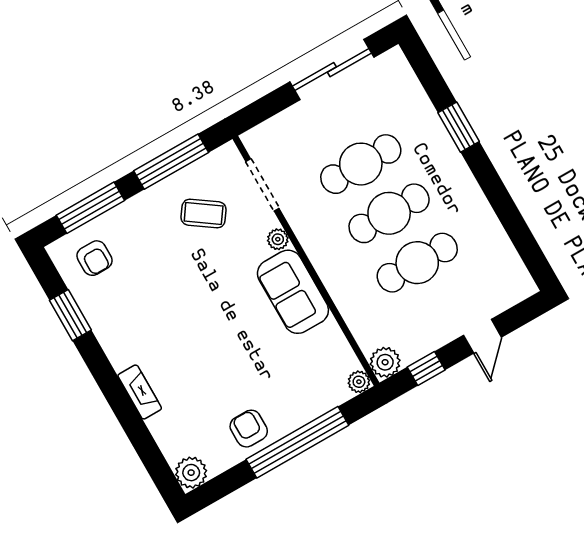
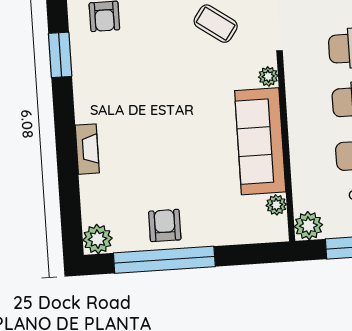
sofa: (293, 292) -> (260, 141), width x1.36
plant: (359, 382) -> (276, 205), moved
window: (297, 442) -> (164, 260), moved

